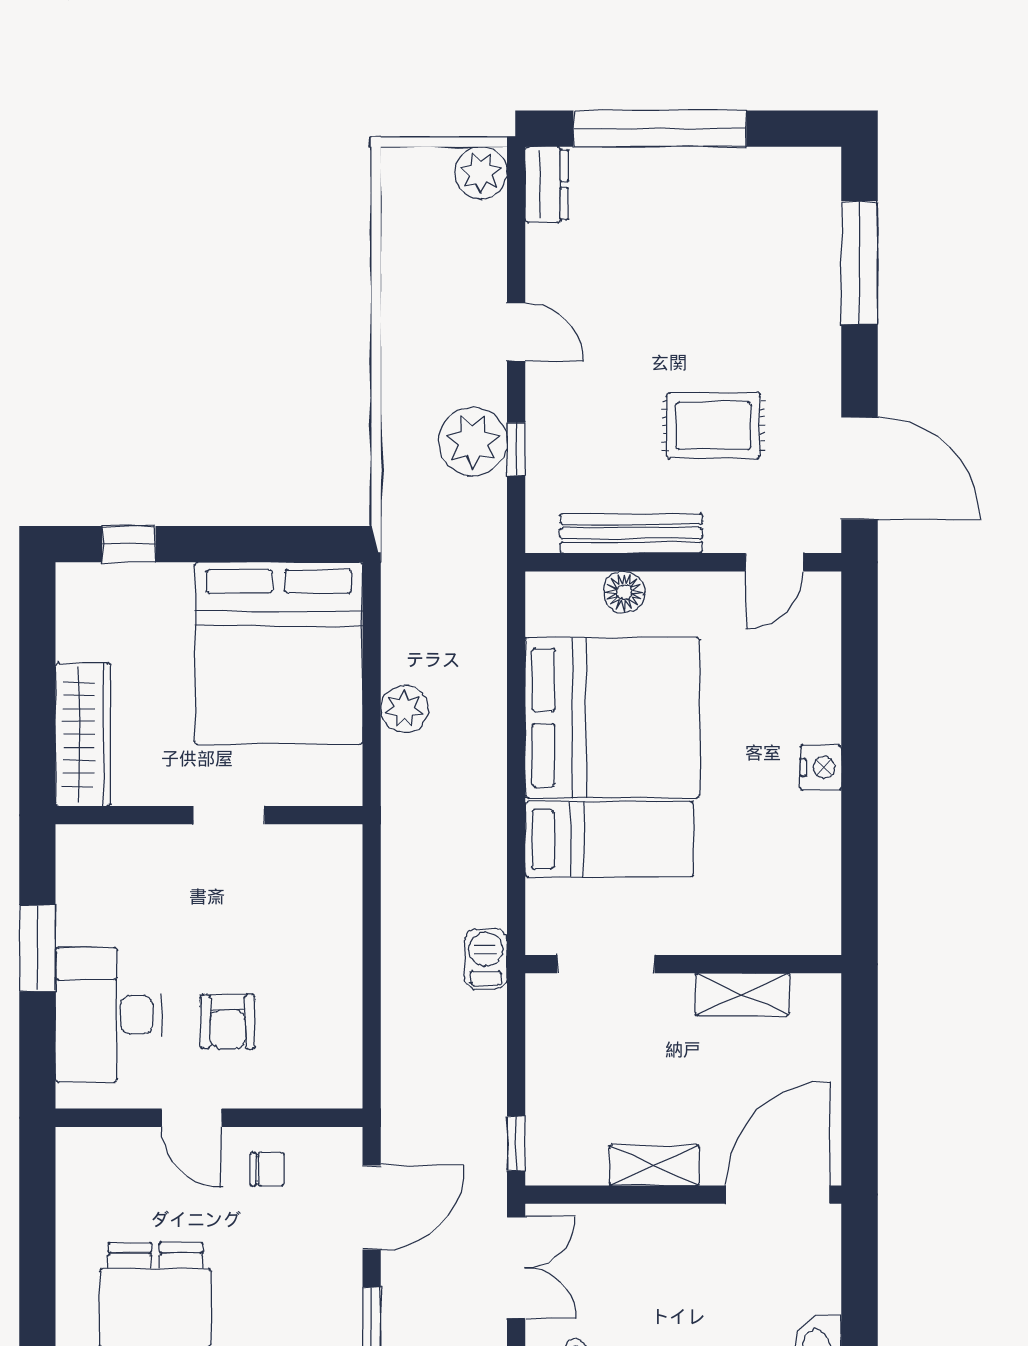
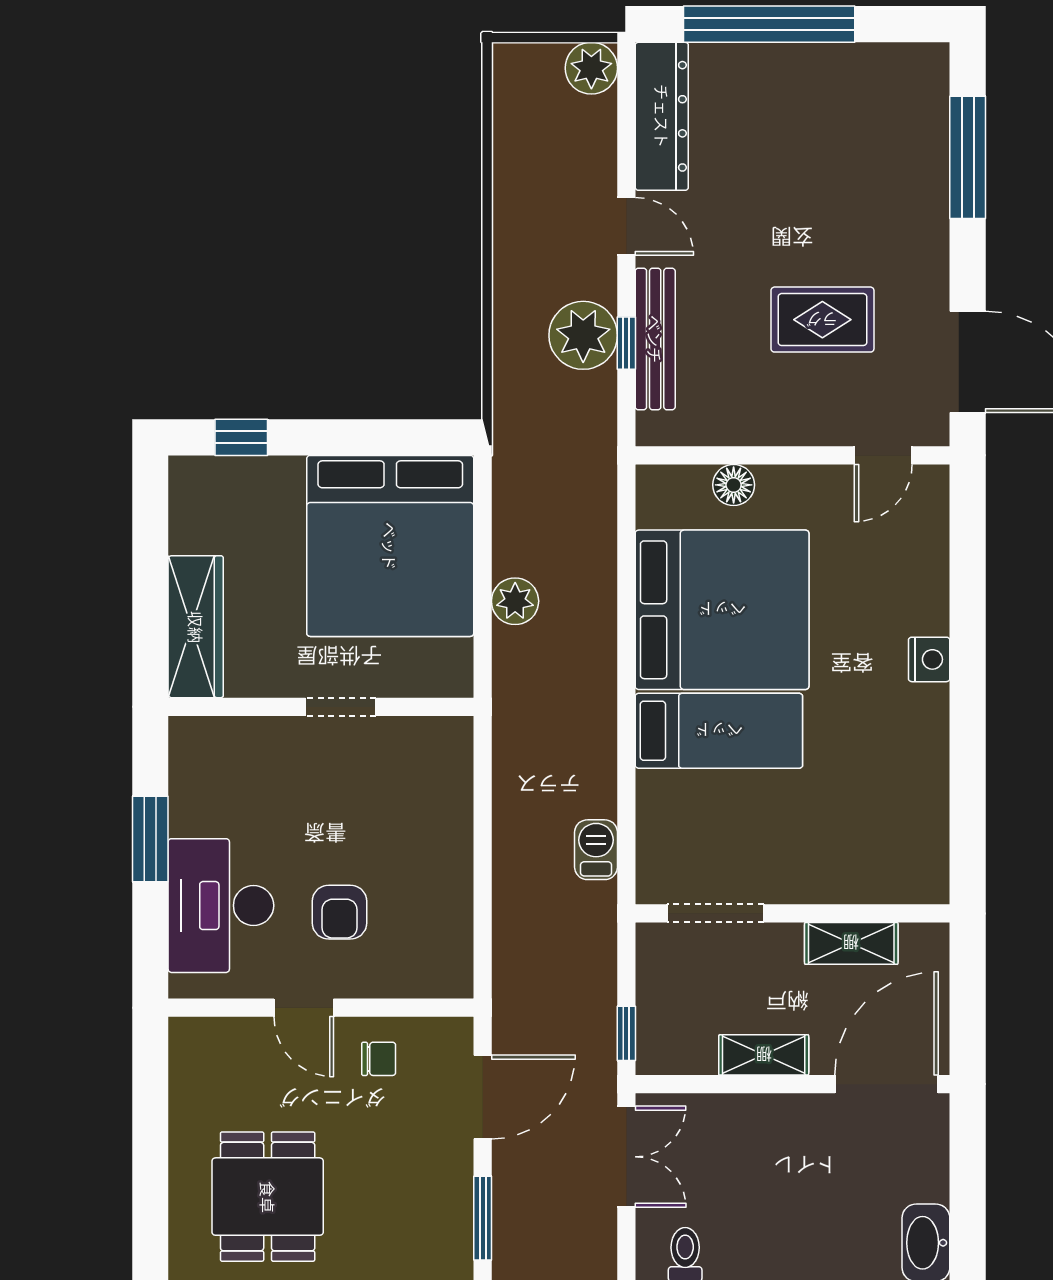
dresser: (547, 185) -> (662, 116), width x1.96, depth x1.24
bench: (631, 533) -> (655, 339), moved, turned 90
doorway: (606, 964) -> (715, 913), moved
wall: (683, 964) -> (793, 913), moved
shelving: (742, 994) -> (851, 943), moved

